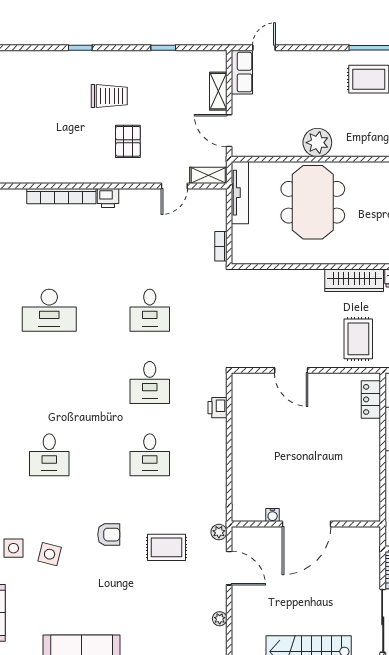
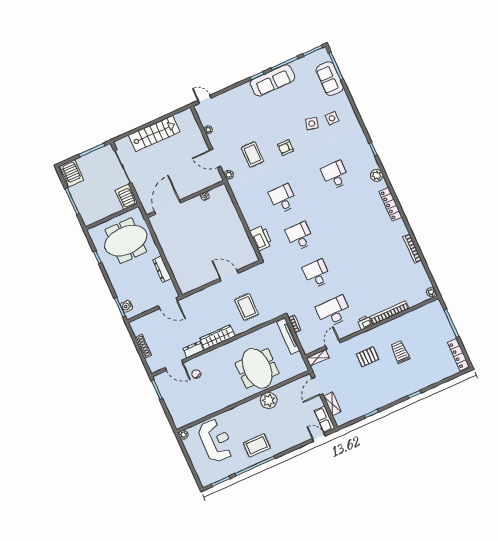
door: (264, 48) -> (319, 437), swing flipped
trolley: (109, 96) -> (400, 352), moved, turned 90
door: (229, 131) -> (317, 386), swing flipped
pallet: (128, 141) -> (368, 357), turned 90
tv unit: (240, 193) -> (288, 336), moved
desk: (49, 310) -> (334, 312), moved
rug: (358, 339) -> (247, 307), moved
locker: (371, 399) -> (181, 279), removed
printer: (217, 408) -> (261, 238), width x1.87, depth x1.48
door: (306, 524) -> (168, 207), moved
rug: (167, 547) -> (252, 154), turned 90

